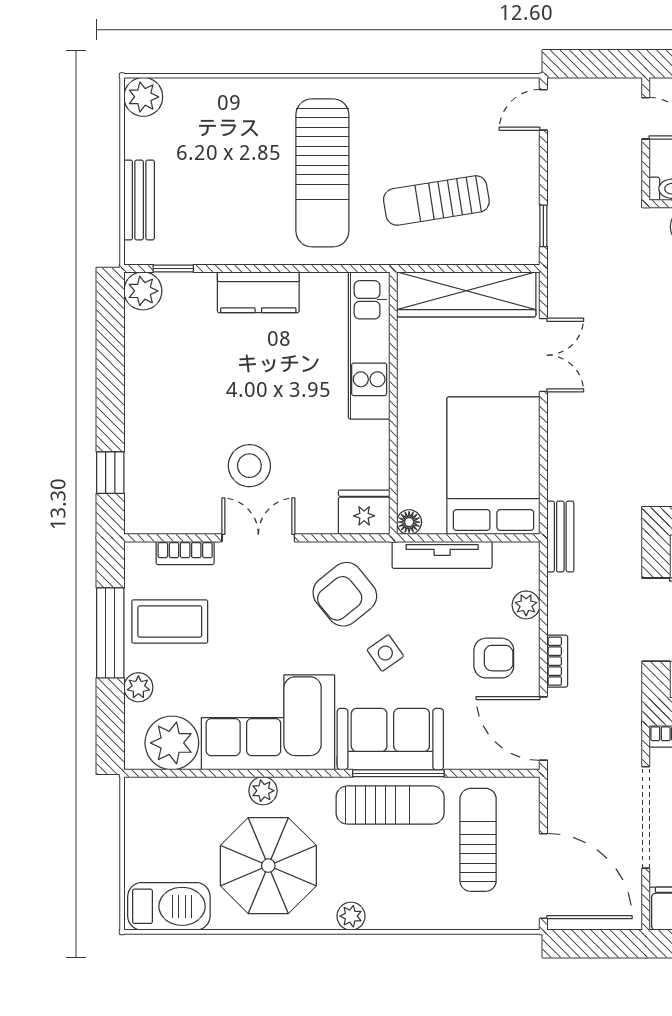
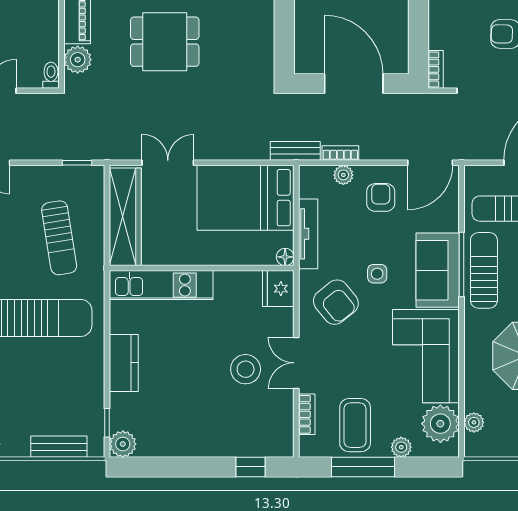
side table: (385, 653) -> (377, 274), turned 35
bookcase: (557, 661) -> (340, 153), moved
plant: (263, 791) -> (474, 422), moved

